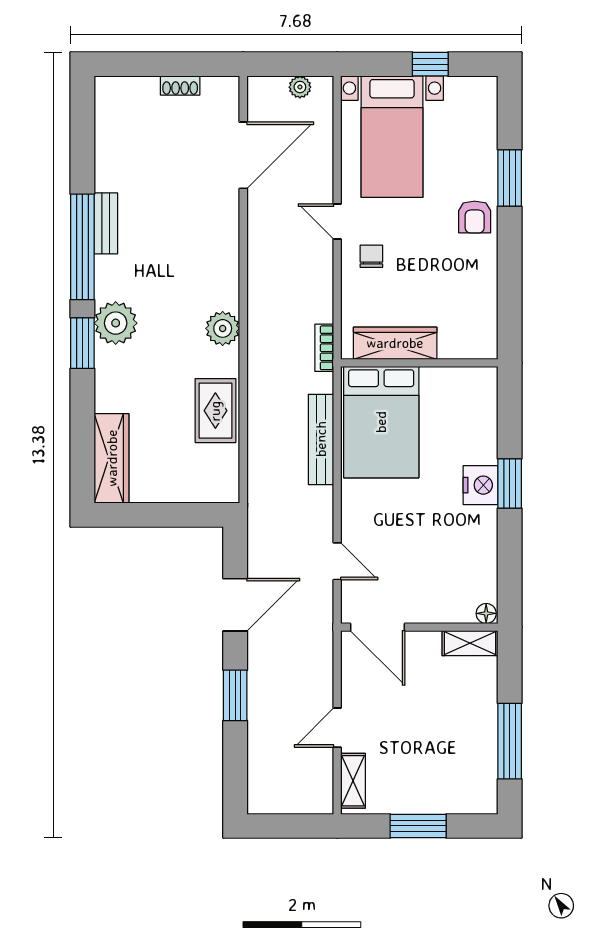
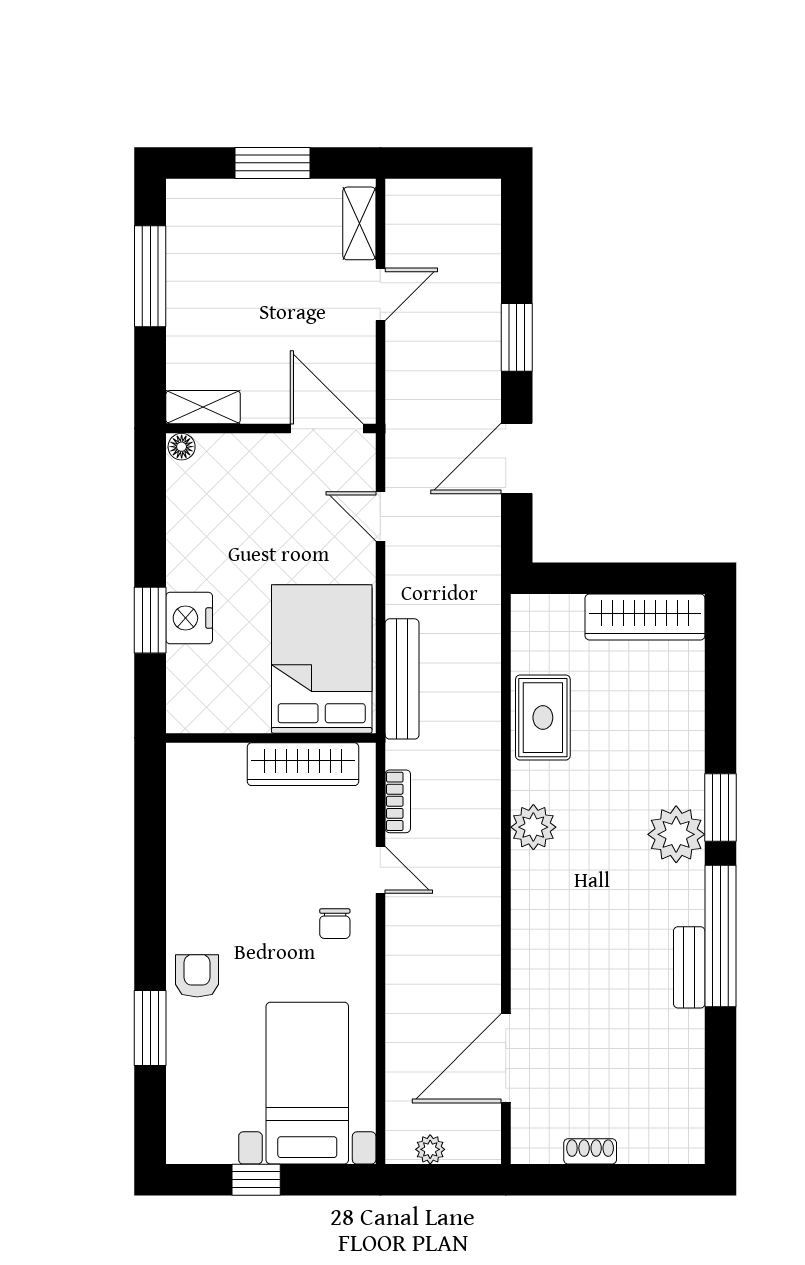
door: (337, 221) -> (380, 870), moved
wardrobe: (395, 343) -> (303, 764), moved
wall: (419, 363) -> (271, 738), moved
bed: (381, 422) -> (322, 659), moved
wardrobe: (112, 458) -> (645, 617), moved, turned -90

